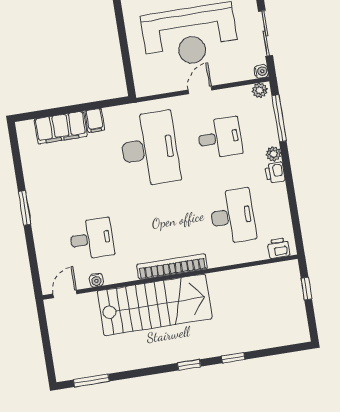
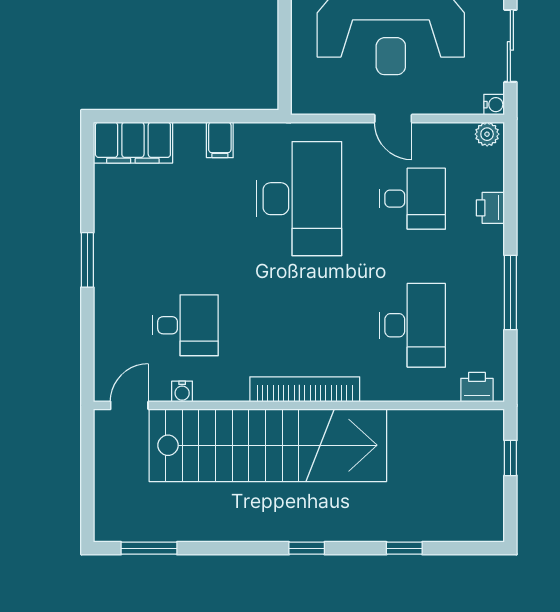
door: (200, 90) -> (393, 119), swing flipped
window: (279, 118) -> (510, 293), moved
filing cabinet: (61, 128) -> (133, 143), moved
plant: (273, 154) -> (493, 238), removed
printer: (275, 173) -> (490, 208), moved
stairs: (155, 305) -> (268, 445), width x1.36
window: (233, 358) -> (404, 548), moved

